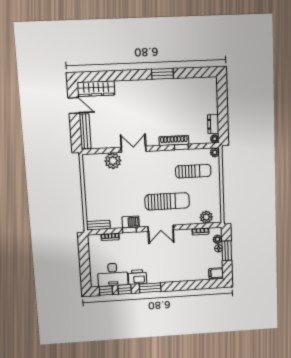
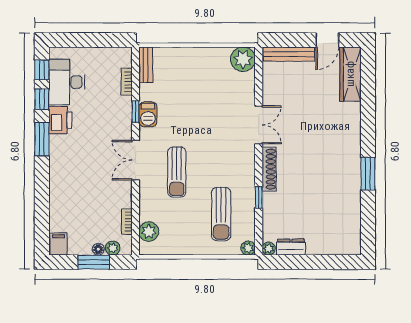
shoe rack: (174, 141) -> (269, 169), moved
plant: (113, 161) -> (243, 59), moved
sun lounger: (167, 201) -> (177, 172), width x0.73, depth x0.75

